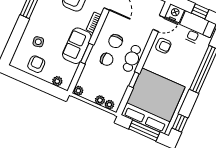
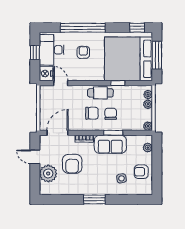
armchair: (163, 46) -> (83, 52), moved

